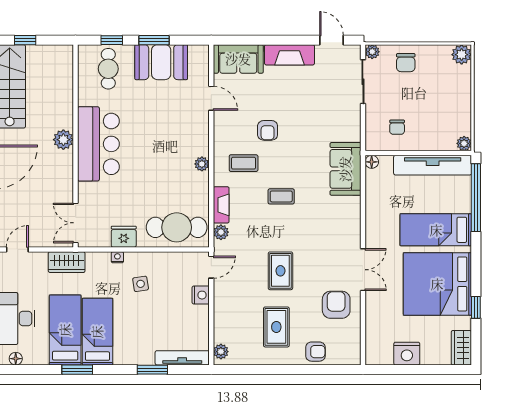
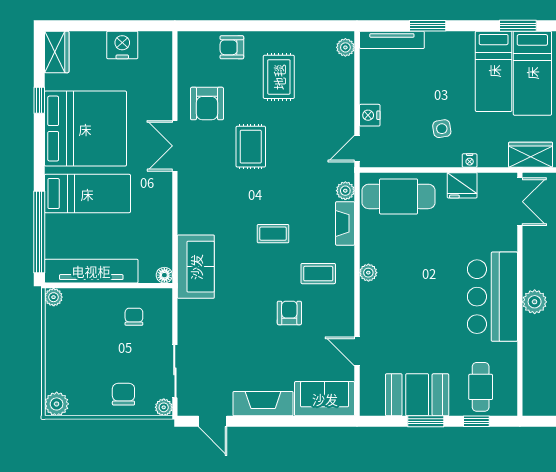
rug: (280, 271) -> (251, 147), moved

